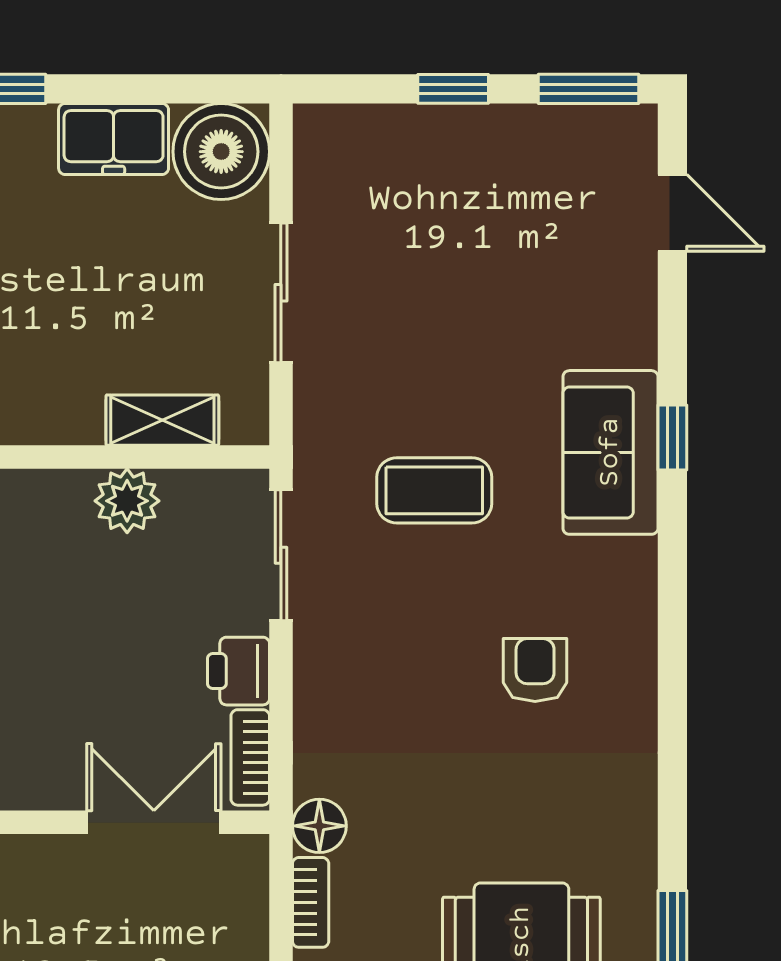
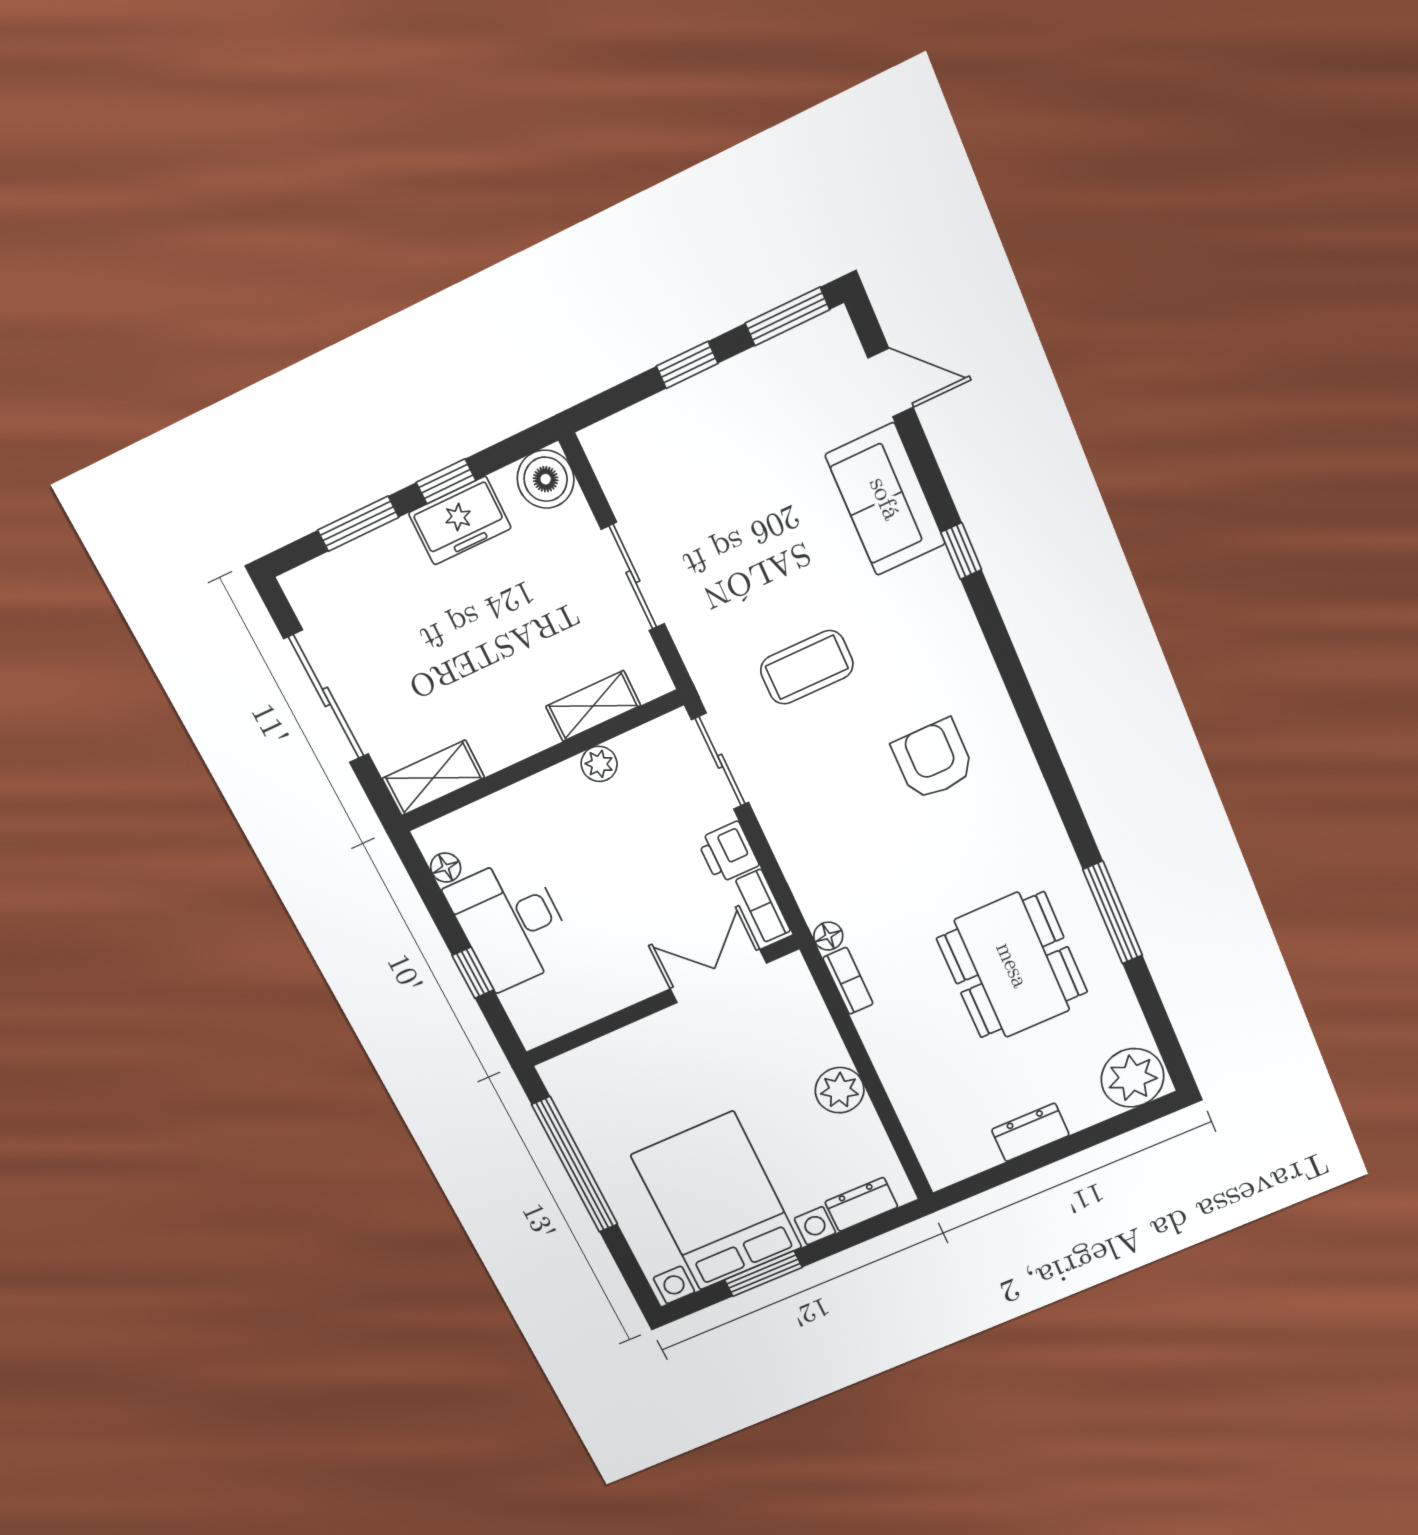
window: (120, 89) -> (446, 481), added
boiler: (221, 152) -> (546, 479), width x0.73, depth x0.73
sofa: (610, 452) -> (885, 499), moved
plant: (127, 501) -> (599, 764), width x0.73, depth x0.73
armchair: (535, 670) -> (933, 760), width x1.38, depth x1.38
floor lamp: (319, 826) -> (828, 936), width x0.73, depth x0.73

